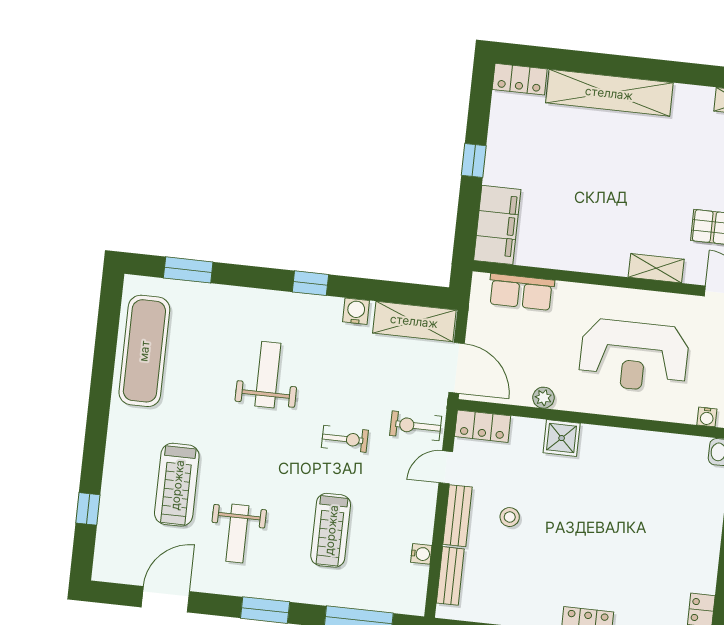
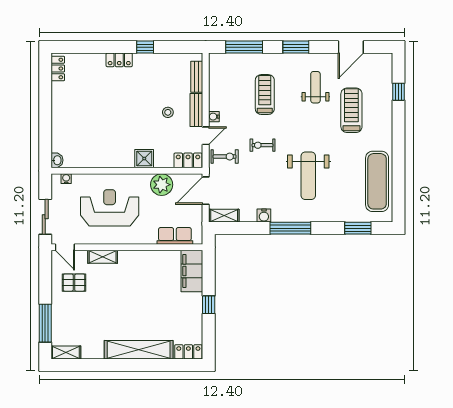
window: (310, 283) -> (290, 228), width x2.17
shelving: (414, 321) -> (224, 216), width x0.67, depth x0.75
door: (457, 368) -> (206, 191), hinge flipped
weight bench: (268, 375) -> (308, 176), width x1.36, depth x1.33
plant: (543, 398) -> (162, 185), width x1.87, depth x1.87
water cooler: (421, 554) -> (214, 117), moved

